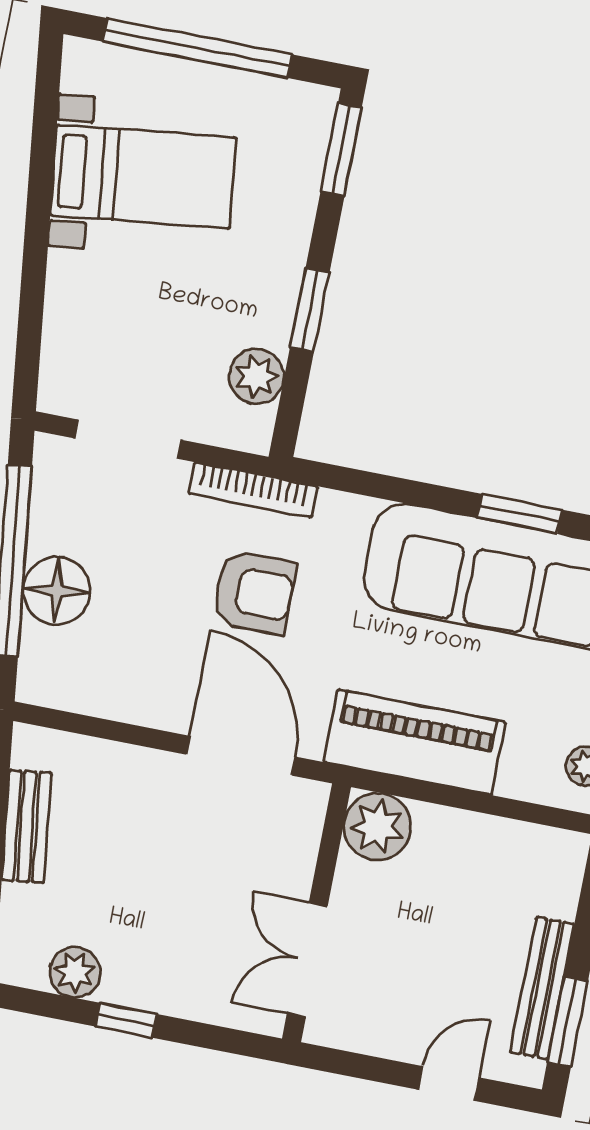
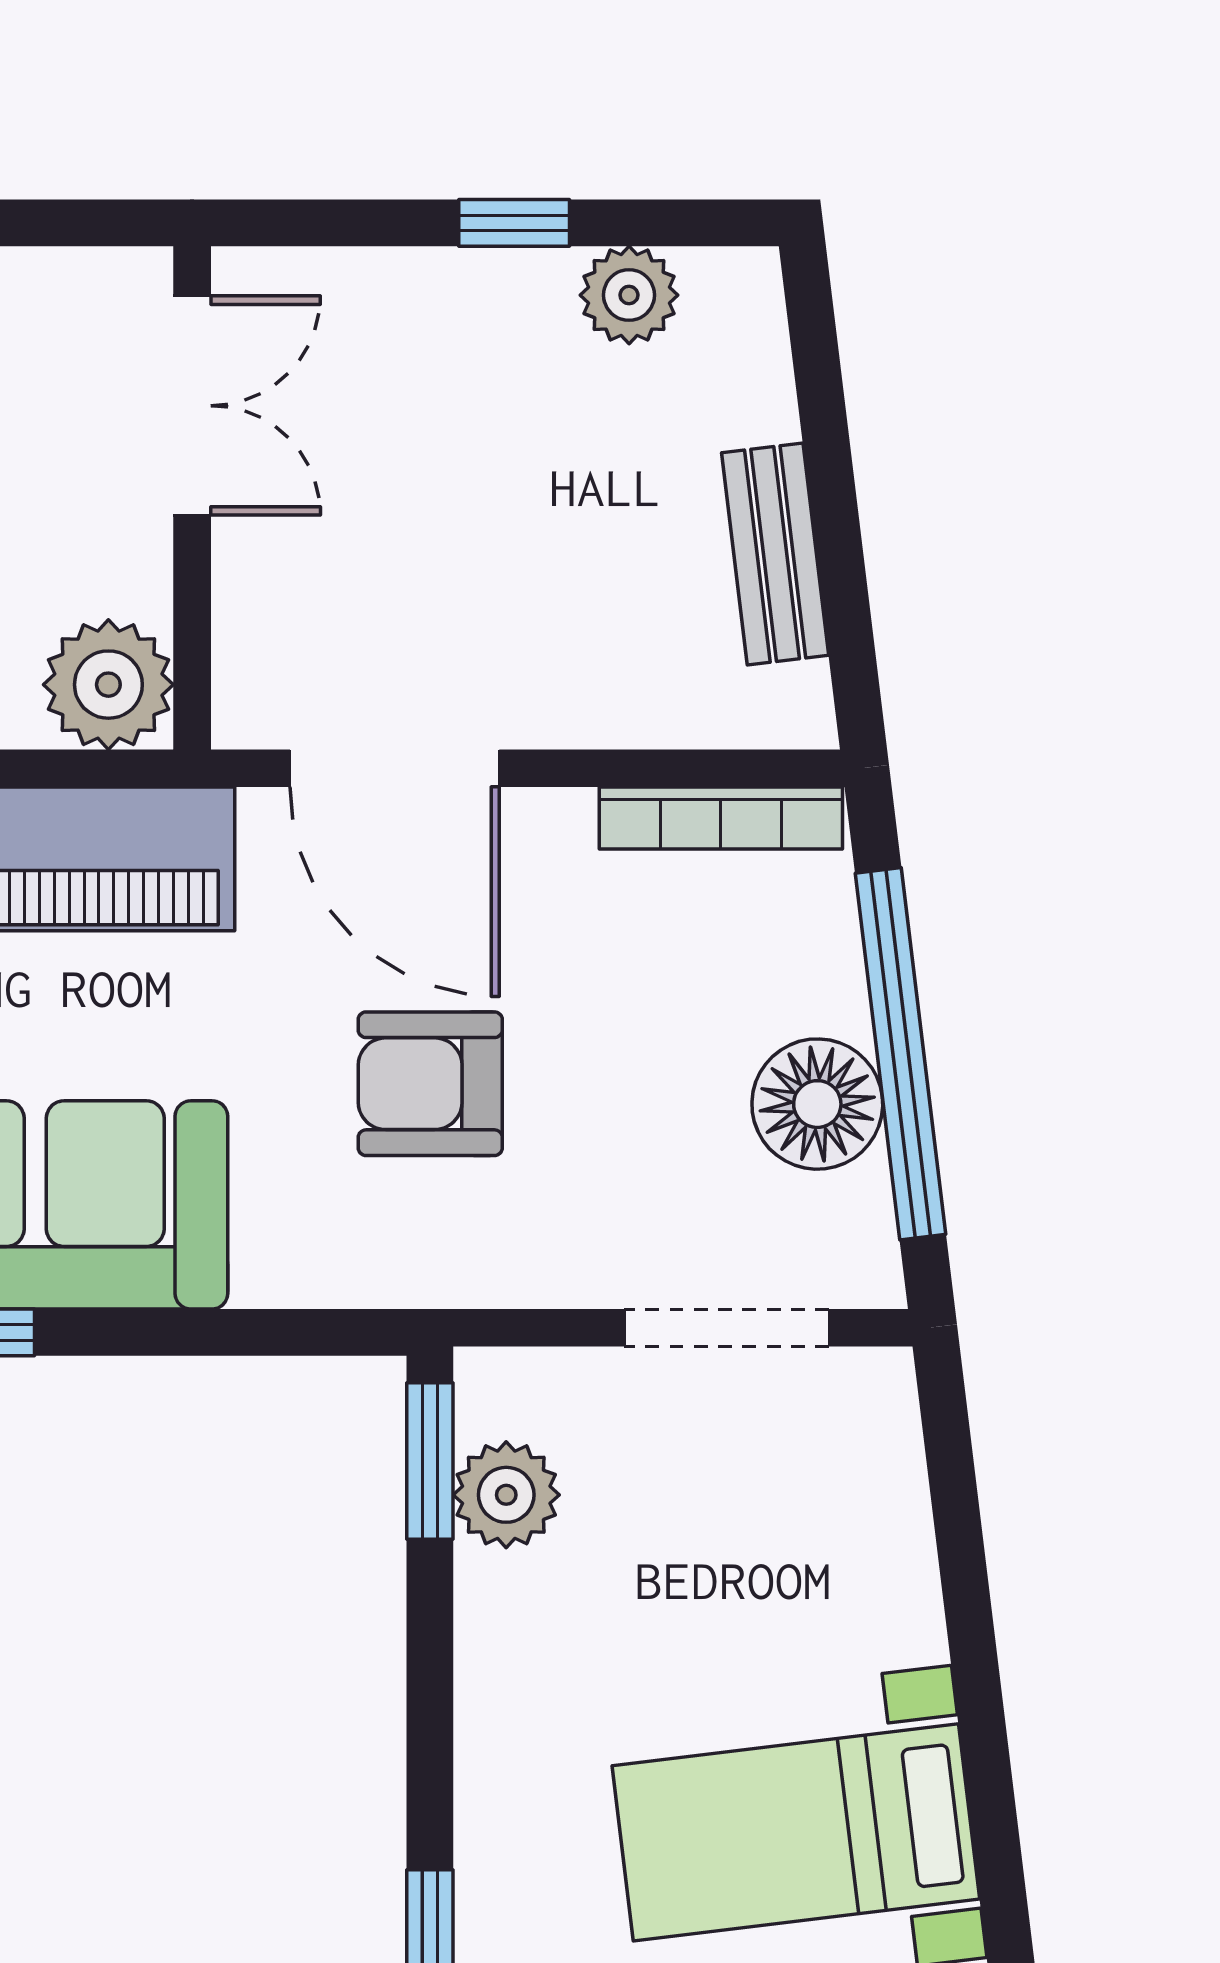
window: (310, 310) -> (430, 1461), moved
bookcase: (253, 490) -> (721, 818), moved, turned 180
floor lamp: (57, 591) -> (817, 1104), moved

